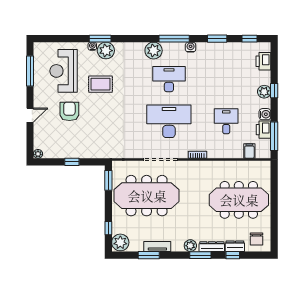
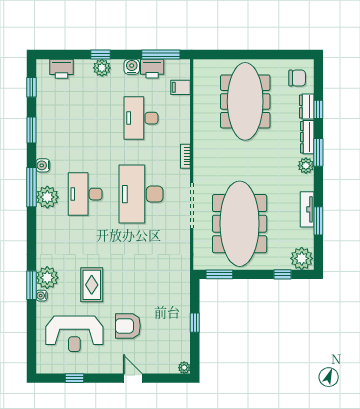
plant: (154, 51) -> (47, 197), moved
window: (30, 71) -> (74, 378), width x0.46
desk: (226, 121) -> (141, 118), width x1.37

